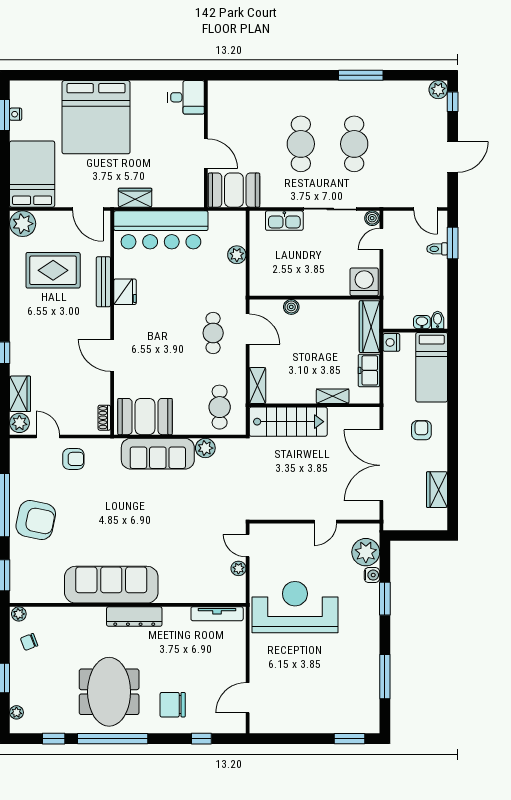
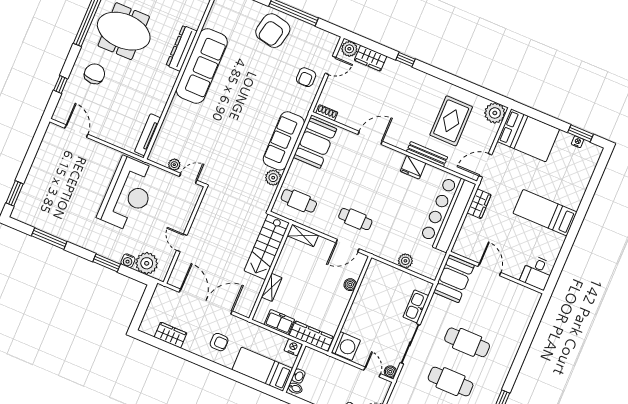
bed: (96, 117) -> (545, 213), width x0.49
door: (206, 154) -> (489, 270), swing flipped
dresser: (134, 617) -> (182, 48), moved

